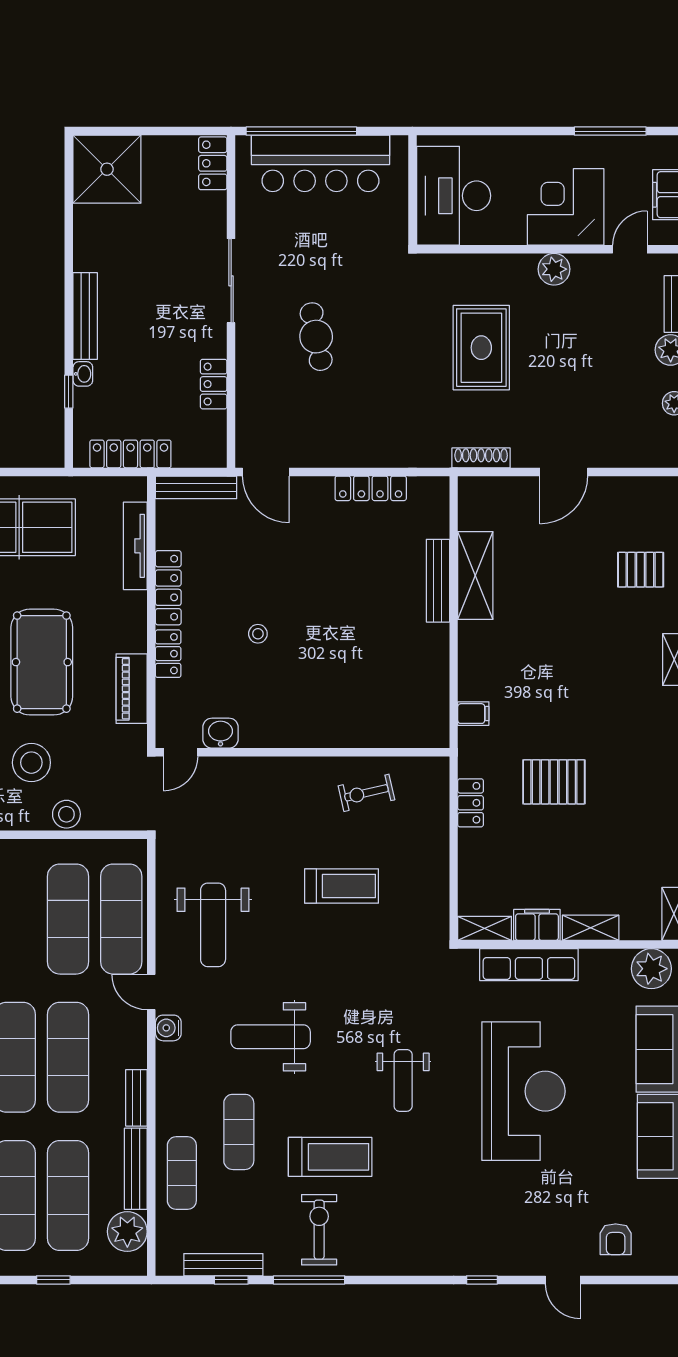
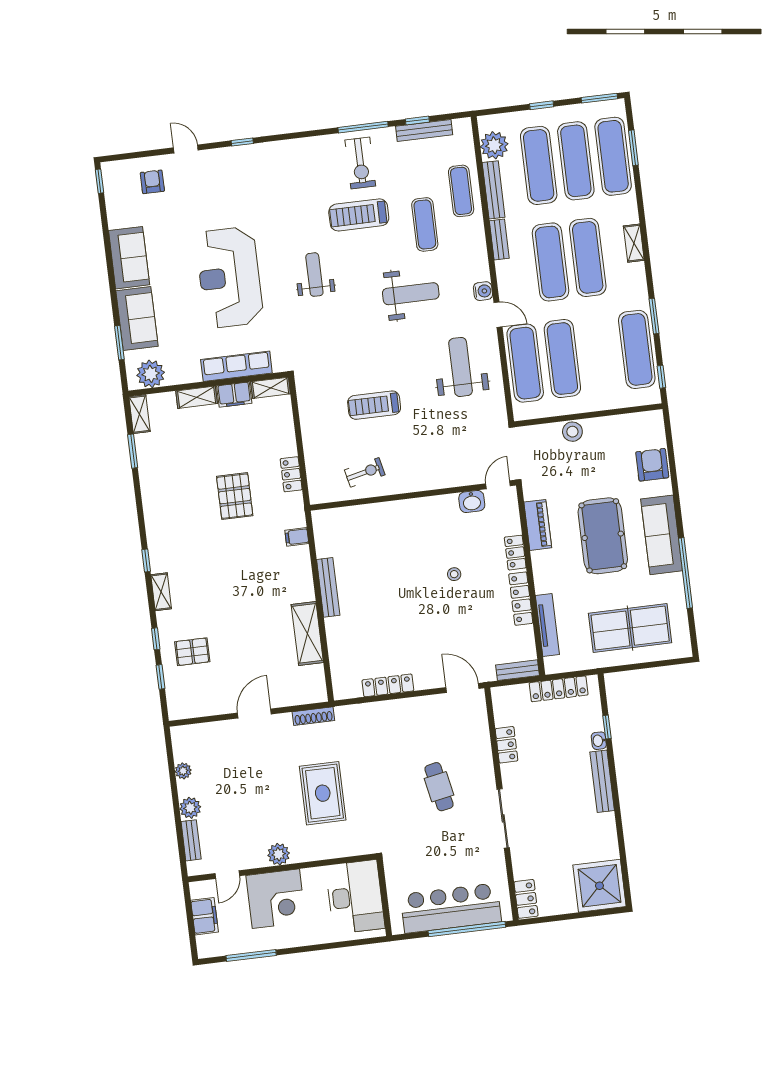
bench: (196, 487) -> (518, 670), width x0.73
bench: (438, 581) -> (328, 587), moved
stool: (31, 763) -> (601, 465), removed
pallet: (554, 782) -> (235, 496), turned 90

